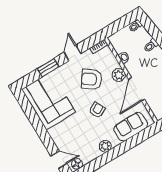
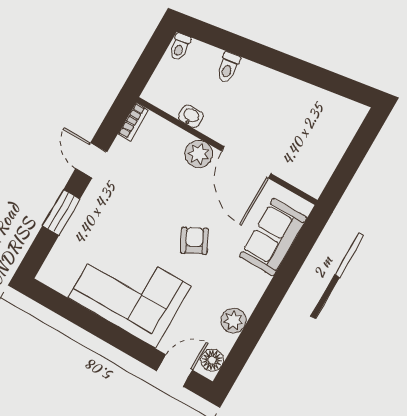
armchair: (92, 79) -> (154, 190), removed
corner sofa: (49, 101) -> (130, 292), moved
plant: (105, 146) -> (233, 321), moved

